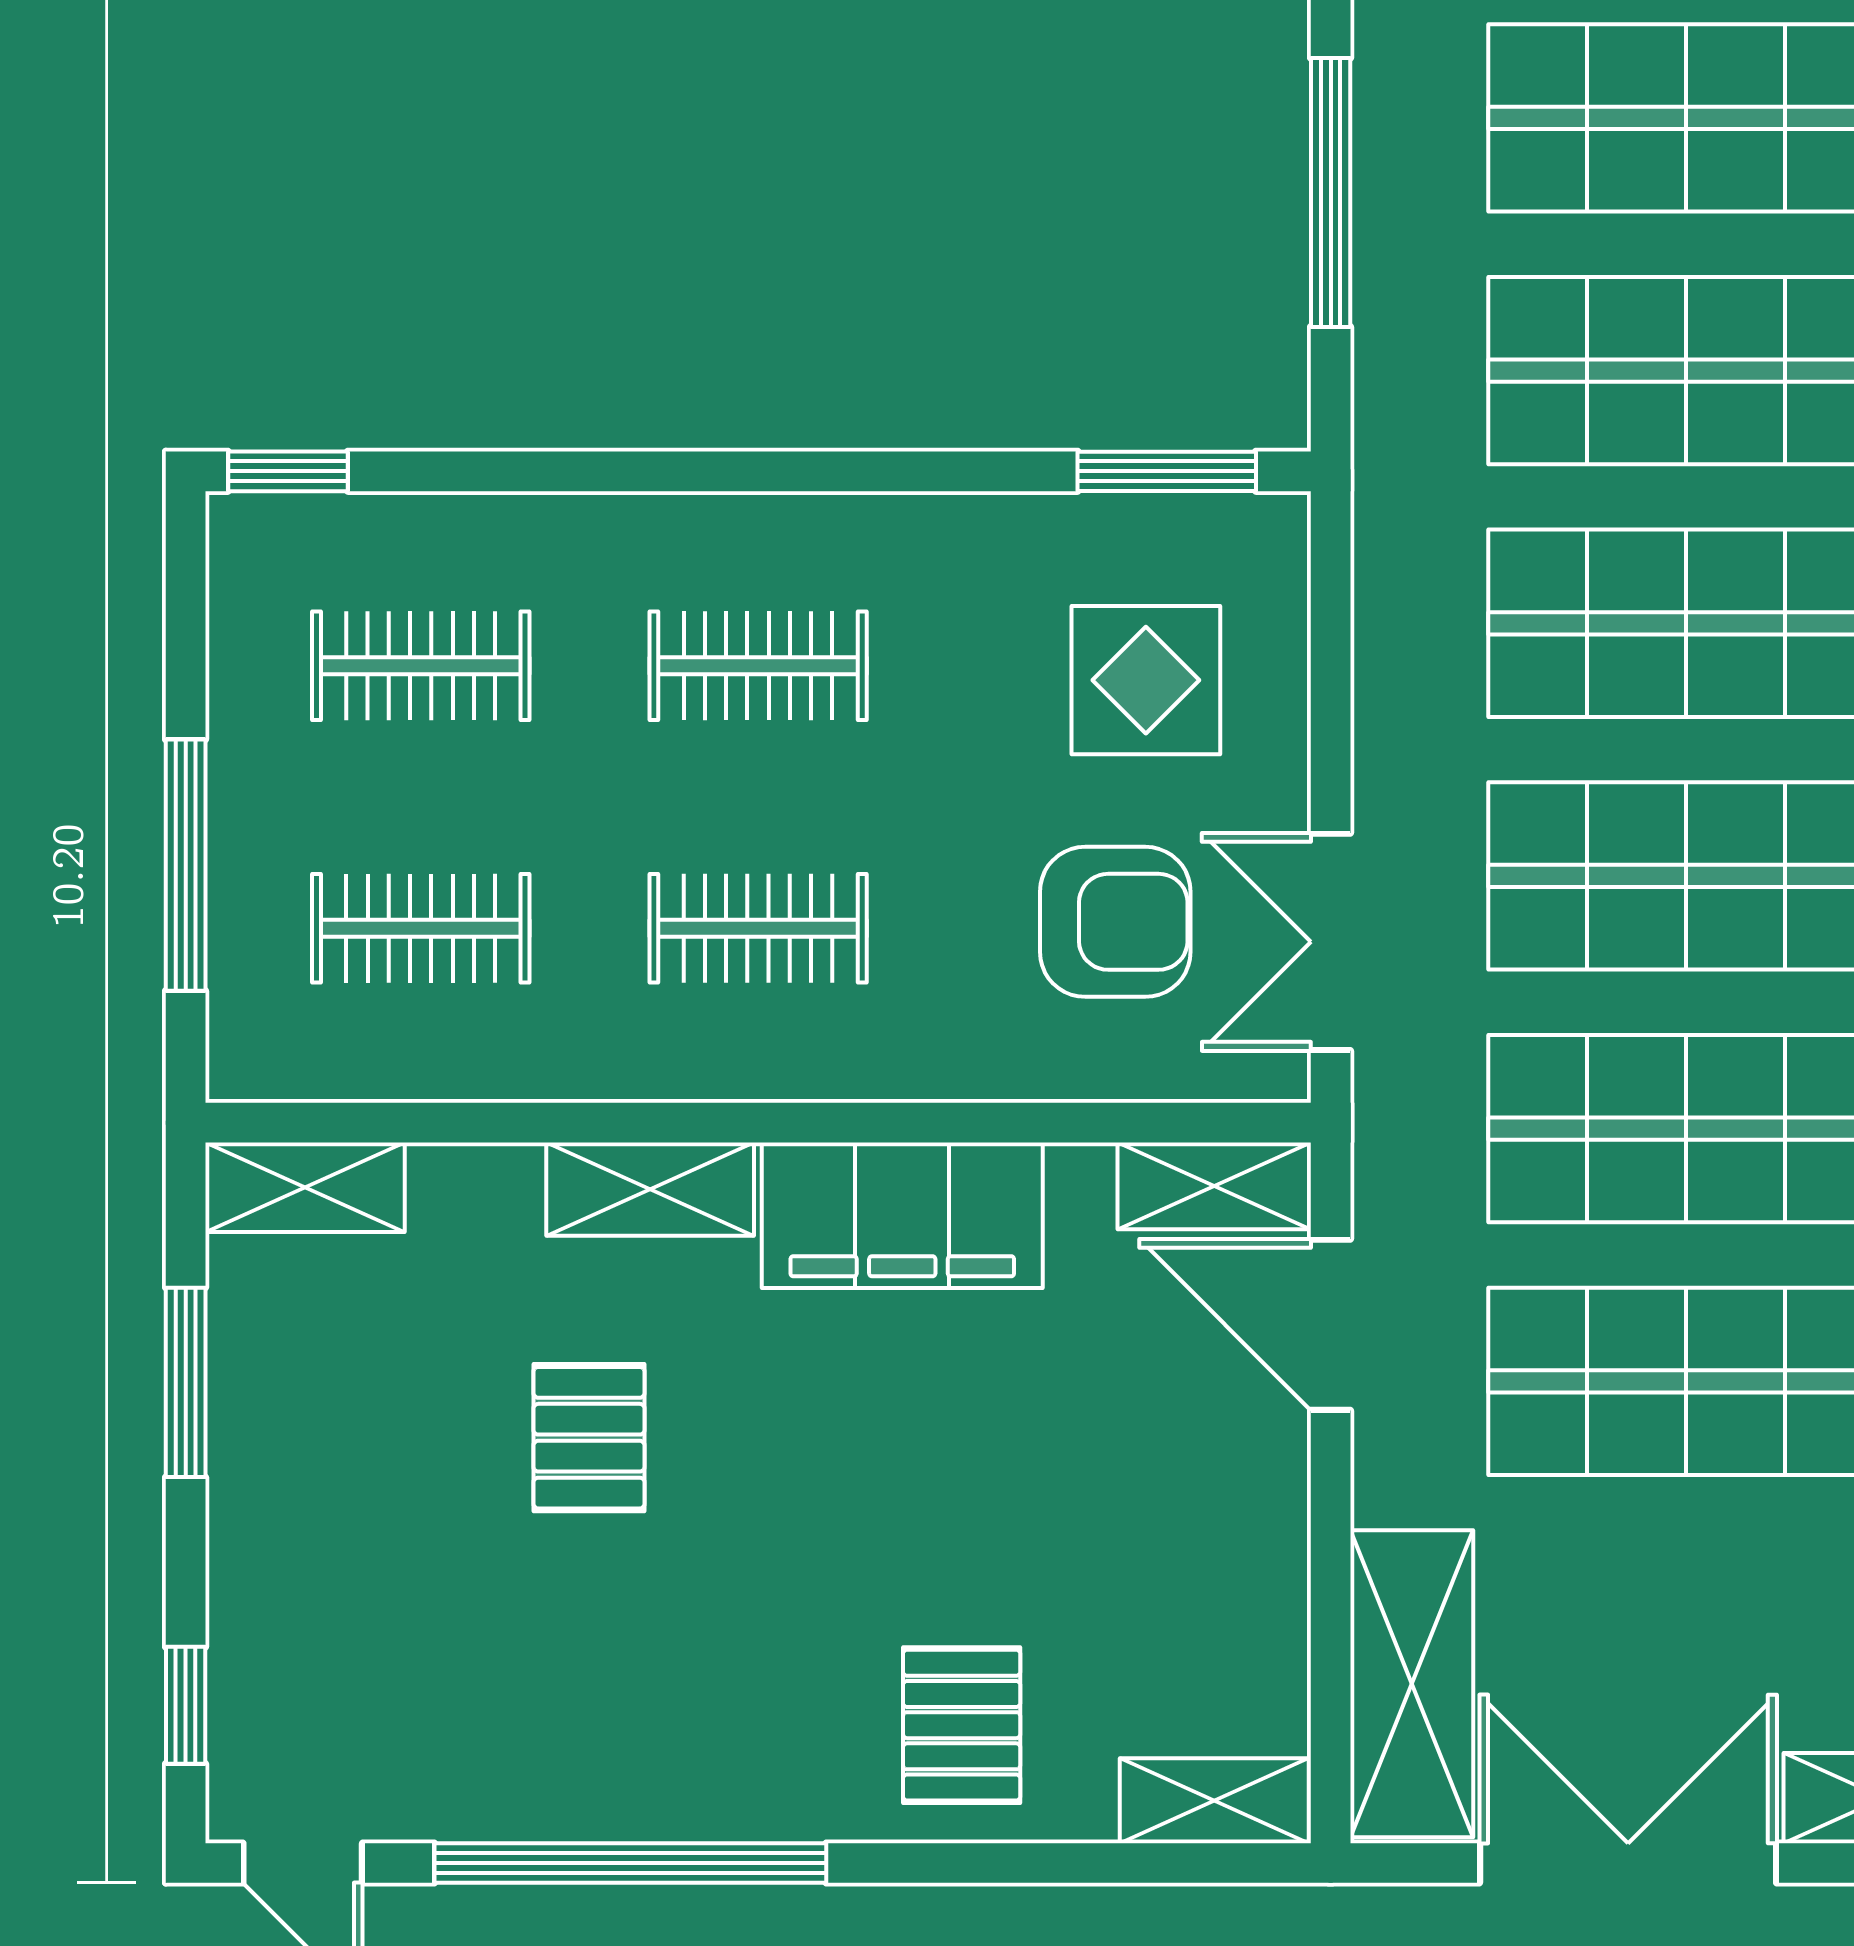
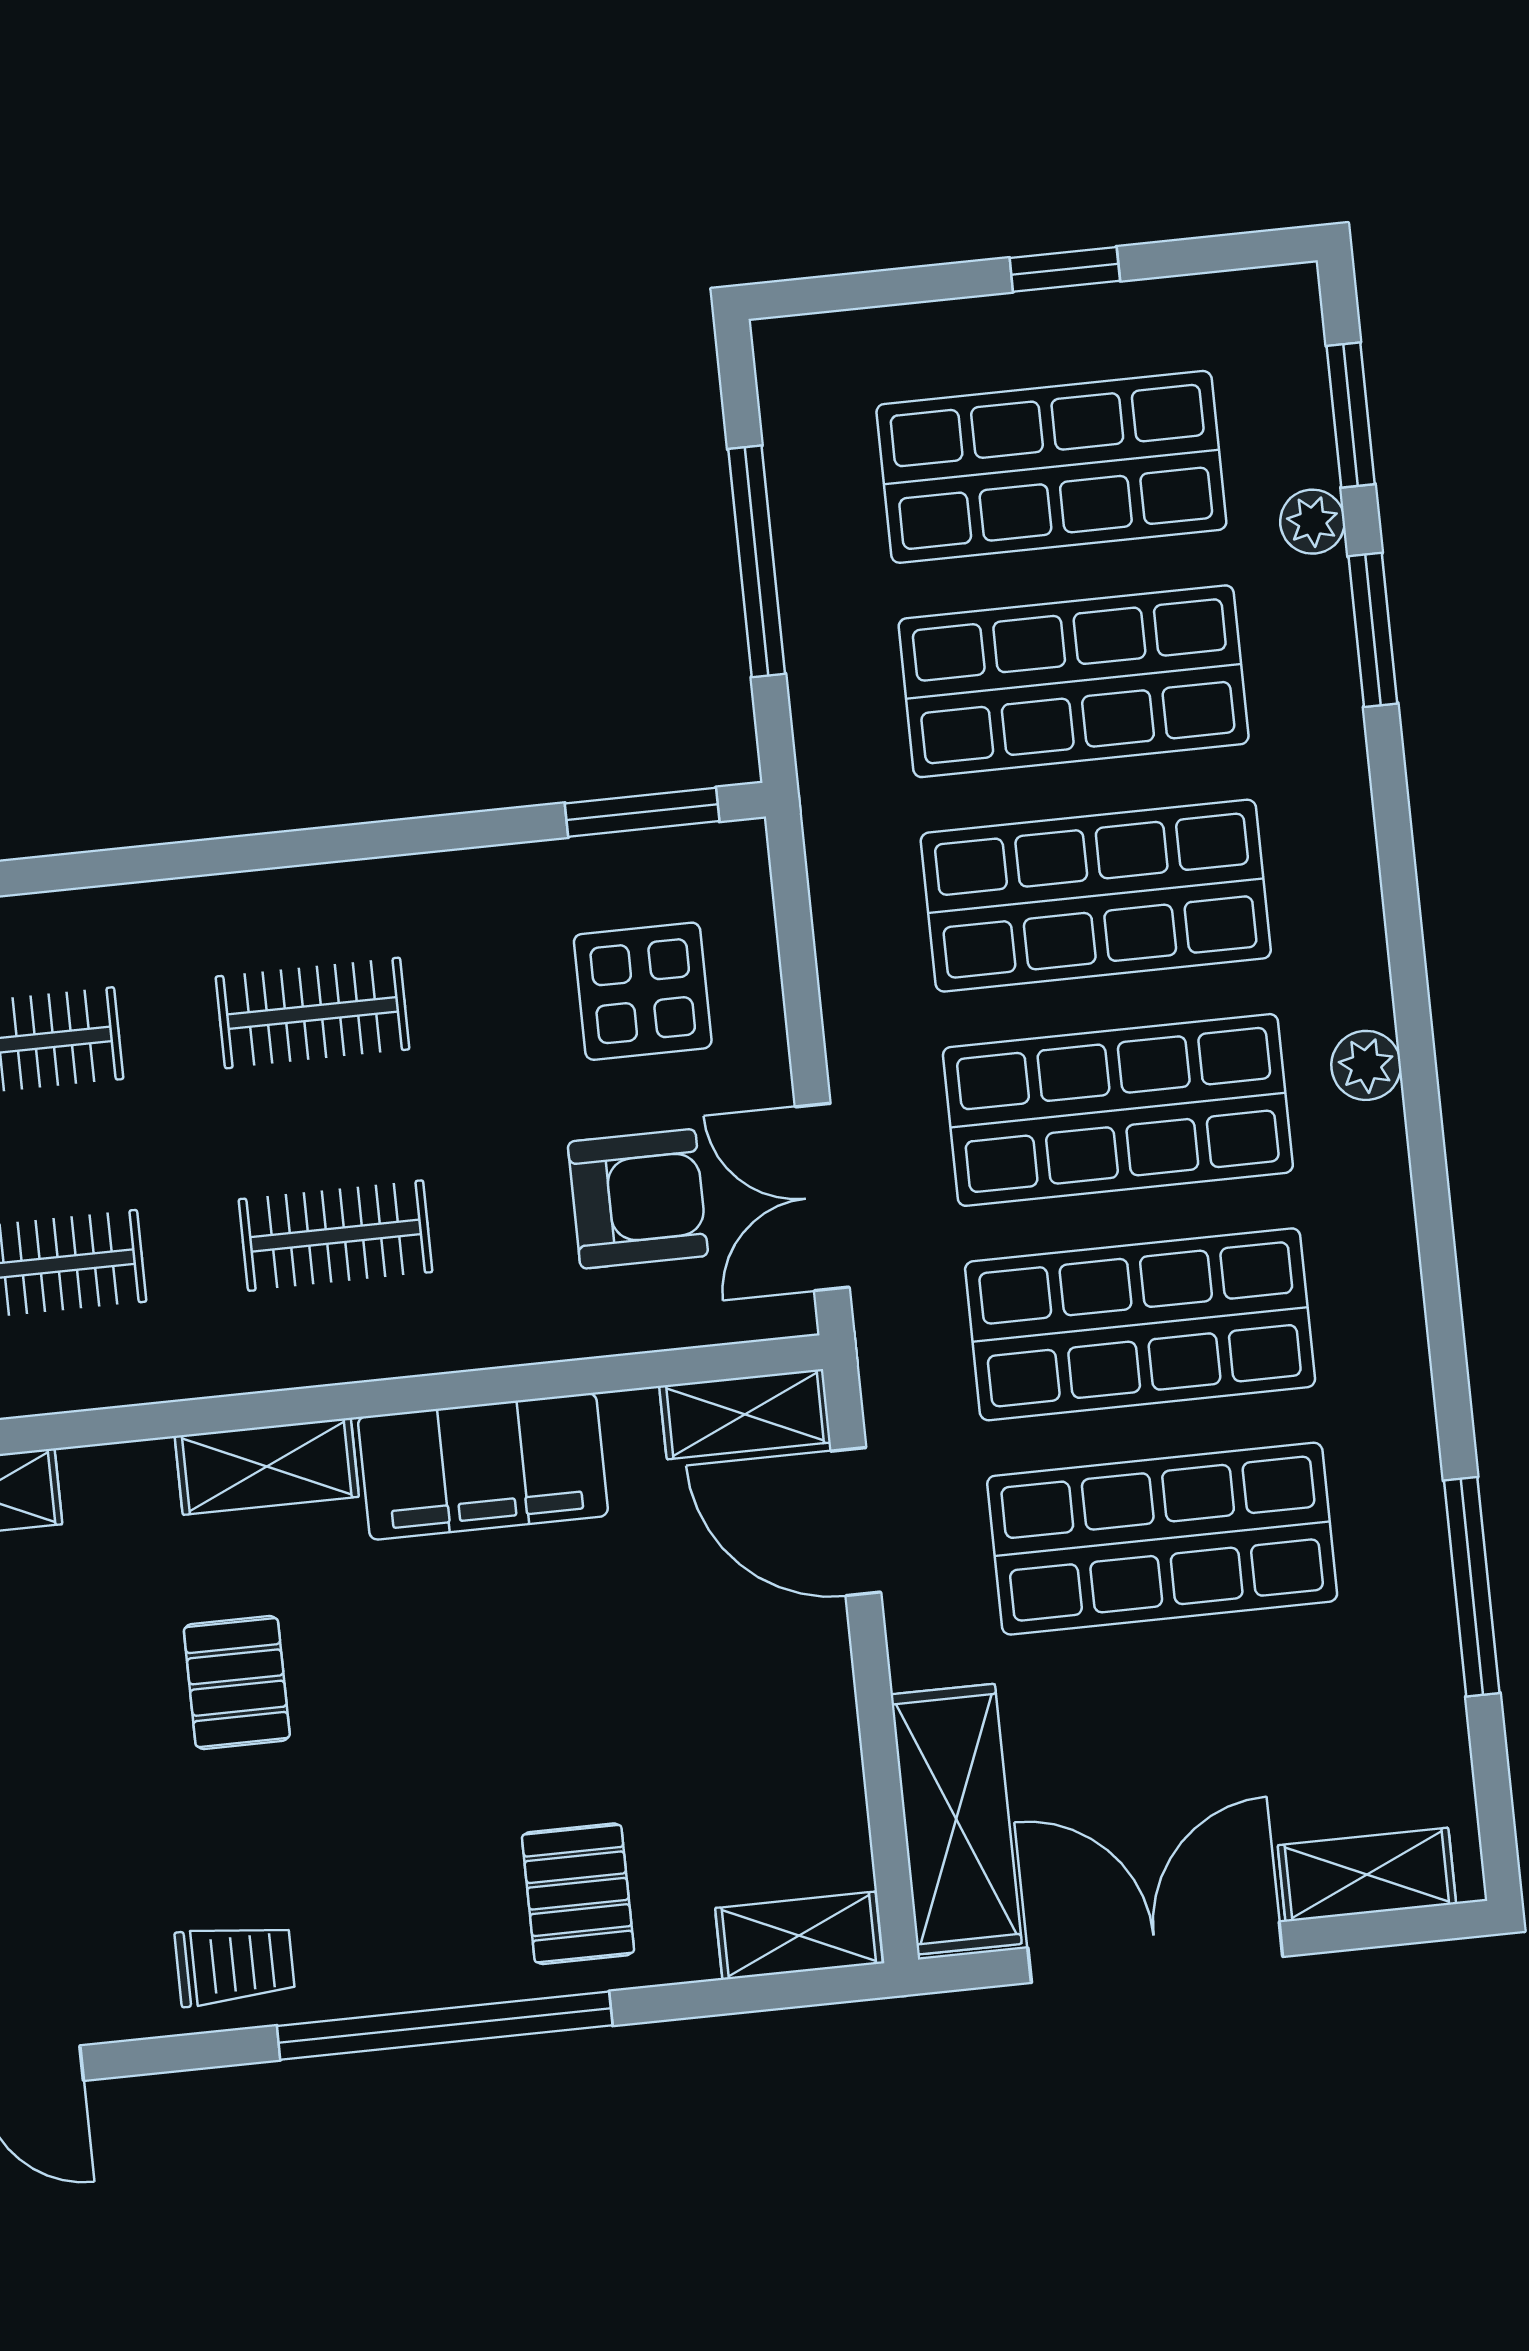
trolley: (553, 1766) -> (235, 1964), added
window: (630, 1863) -> (445, 2026), moved

